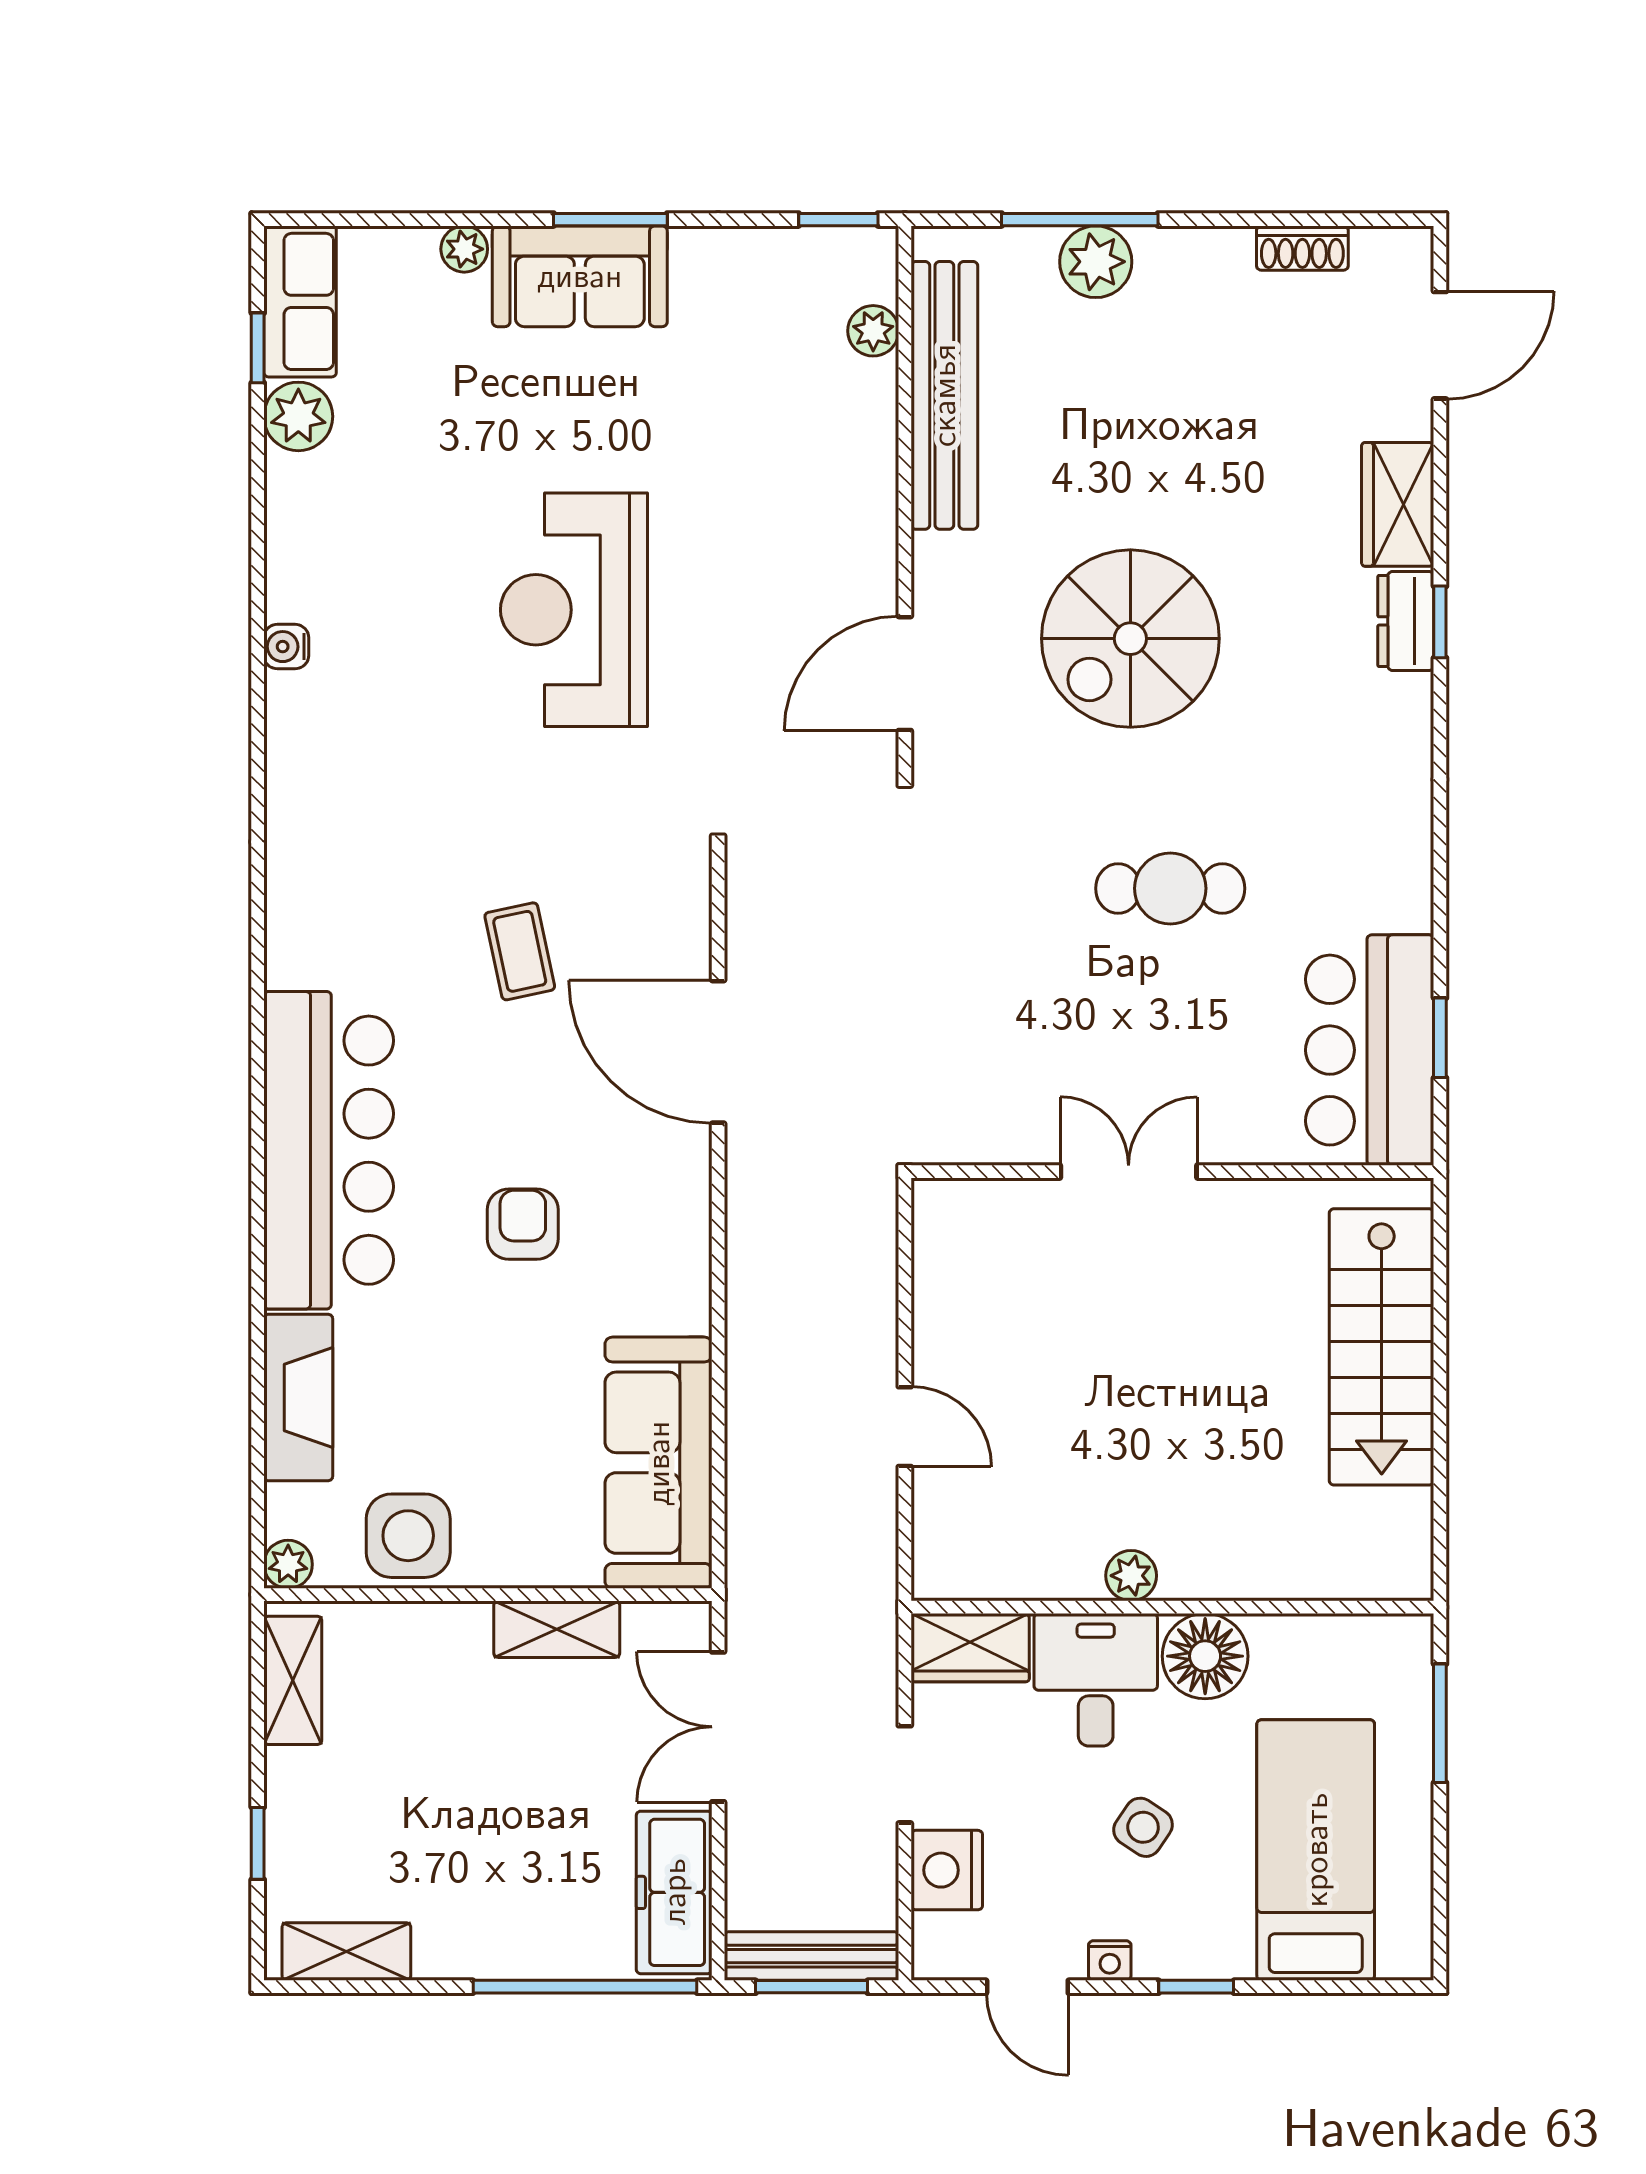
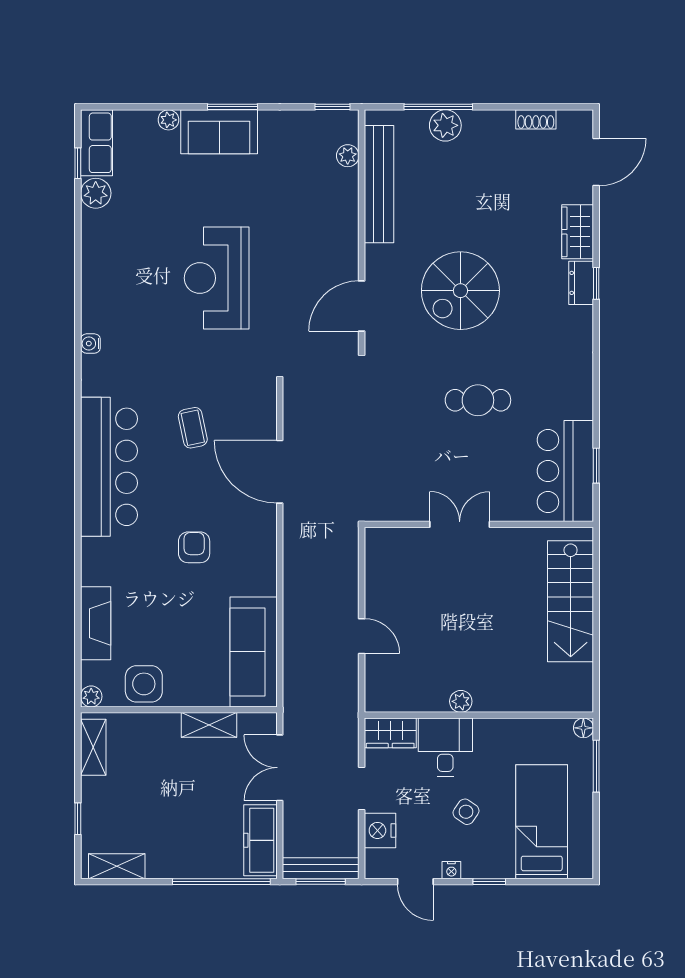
water cooler: (286, 647) -> (90, 344), moved
bar counter: (329, 1150) -> (109, 467), moved
floor lamp: (1205, 1656) -> (583, 728), moved, width x0.53, depth x0.53

